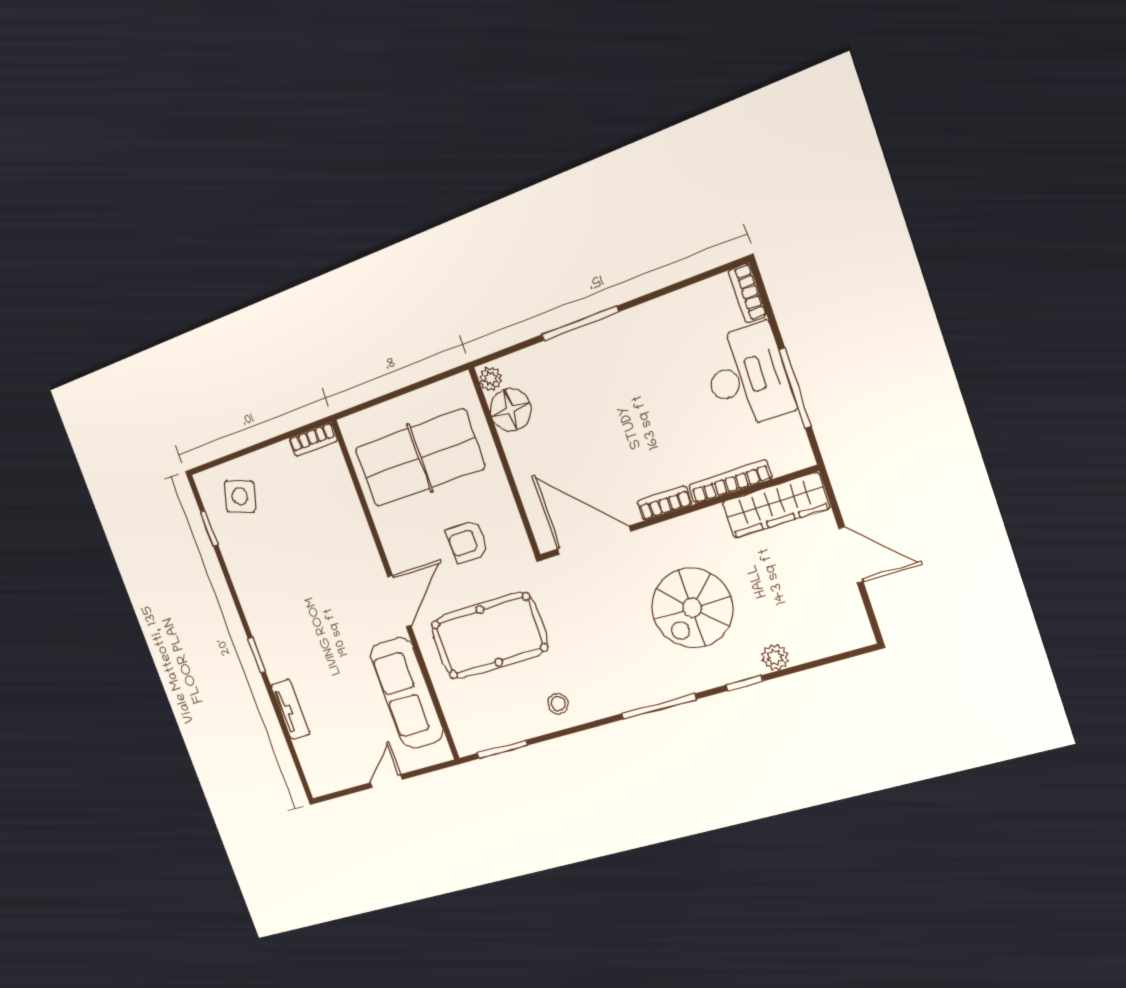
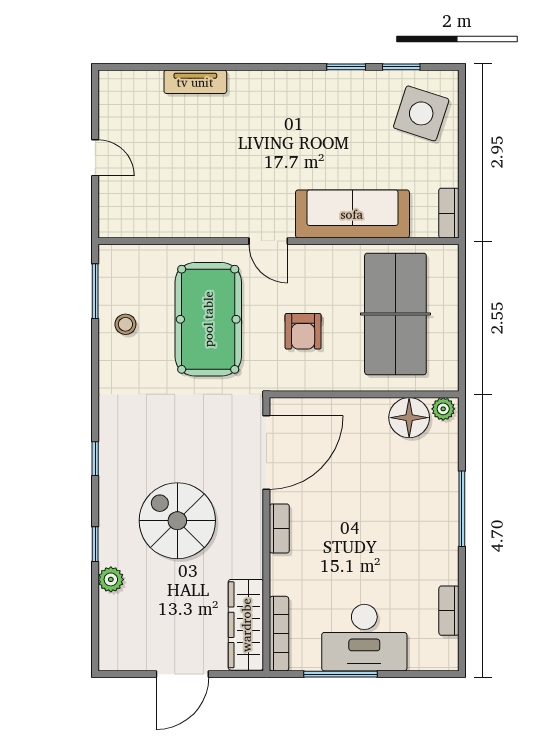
bookcase: (747, 293) -> (449, 611), moved, turned -90
bookcase: (730, 482) -> (279, 634), moved
side table: (240, 496) -> (421, 113), width x1.37, depth x1.37
armchair: (468, 542) -> (303, 331), turned 180
door: (399, 601) -> (268, 241), width x0.73
window: (257, 655) -> (346, 67), moved
sofa: (407, 693) -> (352, 214), moved
stool: (558, 704) -> (125, 324), moved
window: (659, 707) -> (95, 459), width x0.46

